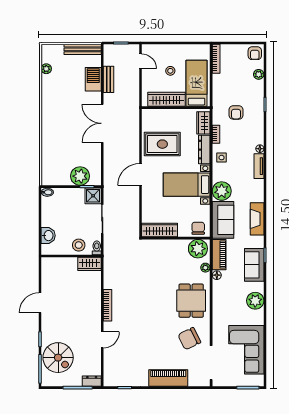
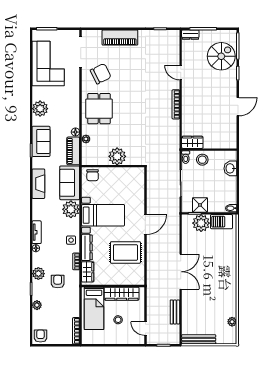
plant: (259, 74) -> (37, 305), moved
barbecue: (93, 79) -> (222, 222), moved, turned 90
plant: (257, 121) -> (38, 274), added
shower: (93, 196) -> (200, 205), moved
wardrobe: (160, 230) -> (128, 174), removed
plant: (198, 249) -> (117, 156), moved
door: (102, 340) -> (181, 73), hinge flipped
spiral stairs: (58, 358) -> (221, 56), turned 90

